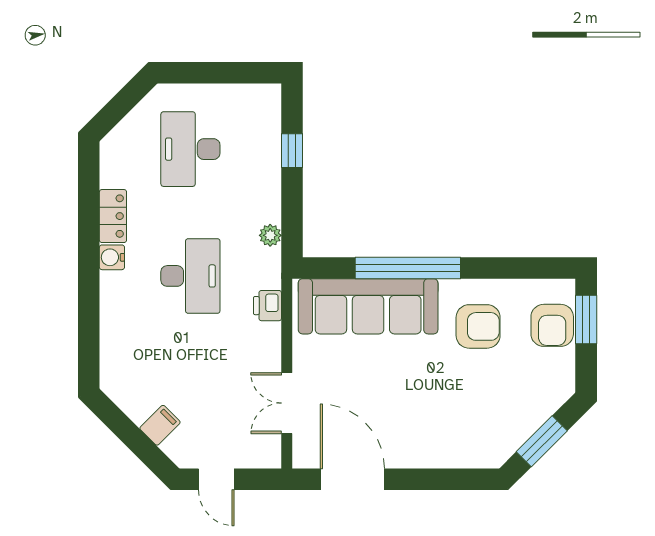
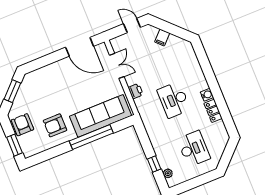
plant: (270, 235) -> (168, 173), moved
printer: (267, 306) -> (136, 91), moved
armchair: (552, 325) -> (22, 125), moved

